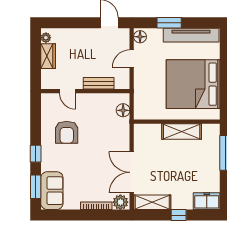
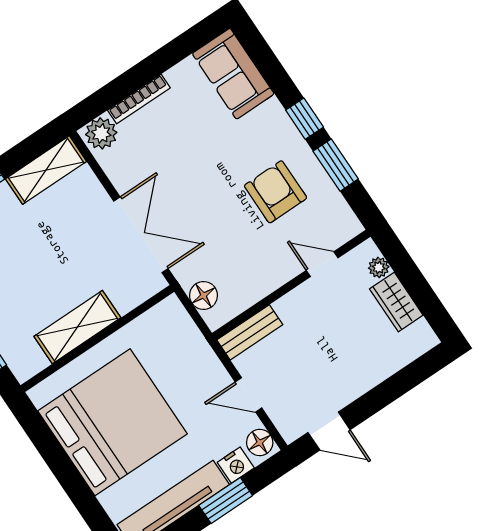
nightstand: (156, 34) -> (236, 465), added
plant: (46, 38) -> (379, 267), moved
door: (132, 59) -> (249, 395), swing flipped
bench: (99, 83) -> (250, 332), moved
double door: (132, 172) -> (141, 235), moved
window: (36, 187) -> (336, 165), moved

